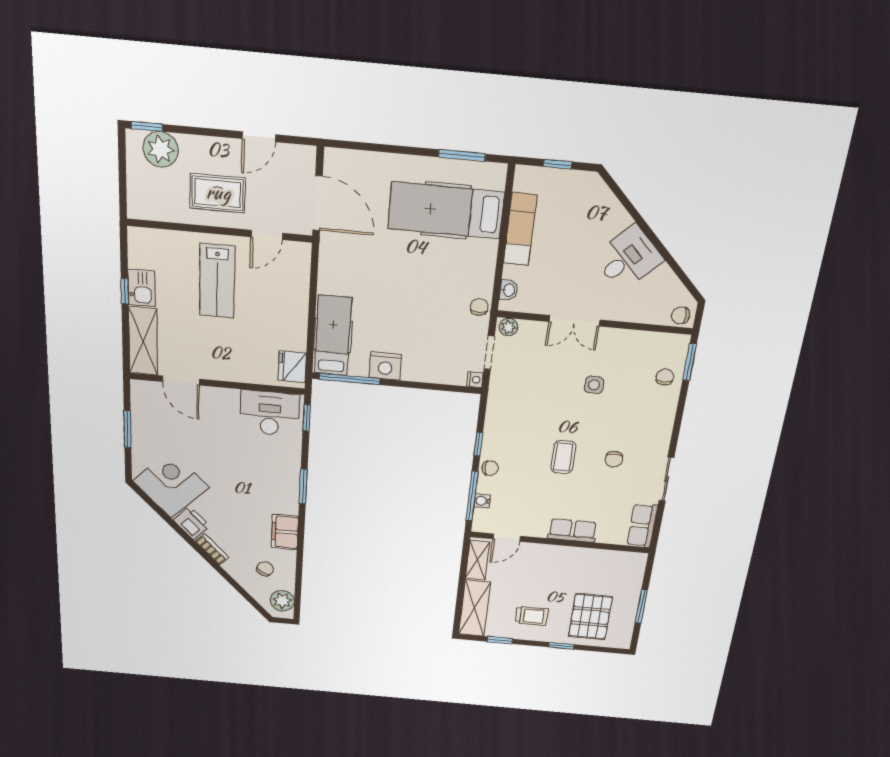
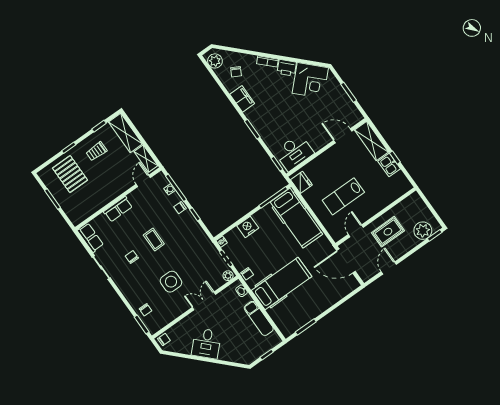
hospital bed: (446, 210) -> (282, 283), moved
lab bench: (217, 281) -> (343, 196), moved, turned -90
hospital bed: (333, 336) -> (296, 218), width x1.37, depth x1.29
nightstand: (385, 366) -> (248, 227), moved
side table: (594, 385) -> (171, 282), width x1.87, depth x1.87

